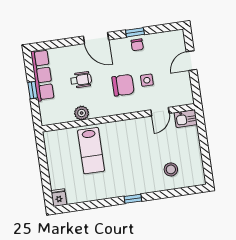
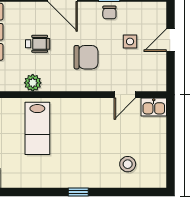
side table: (147, 80) -> (130, 41), moved

